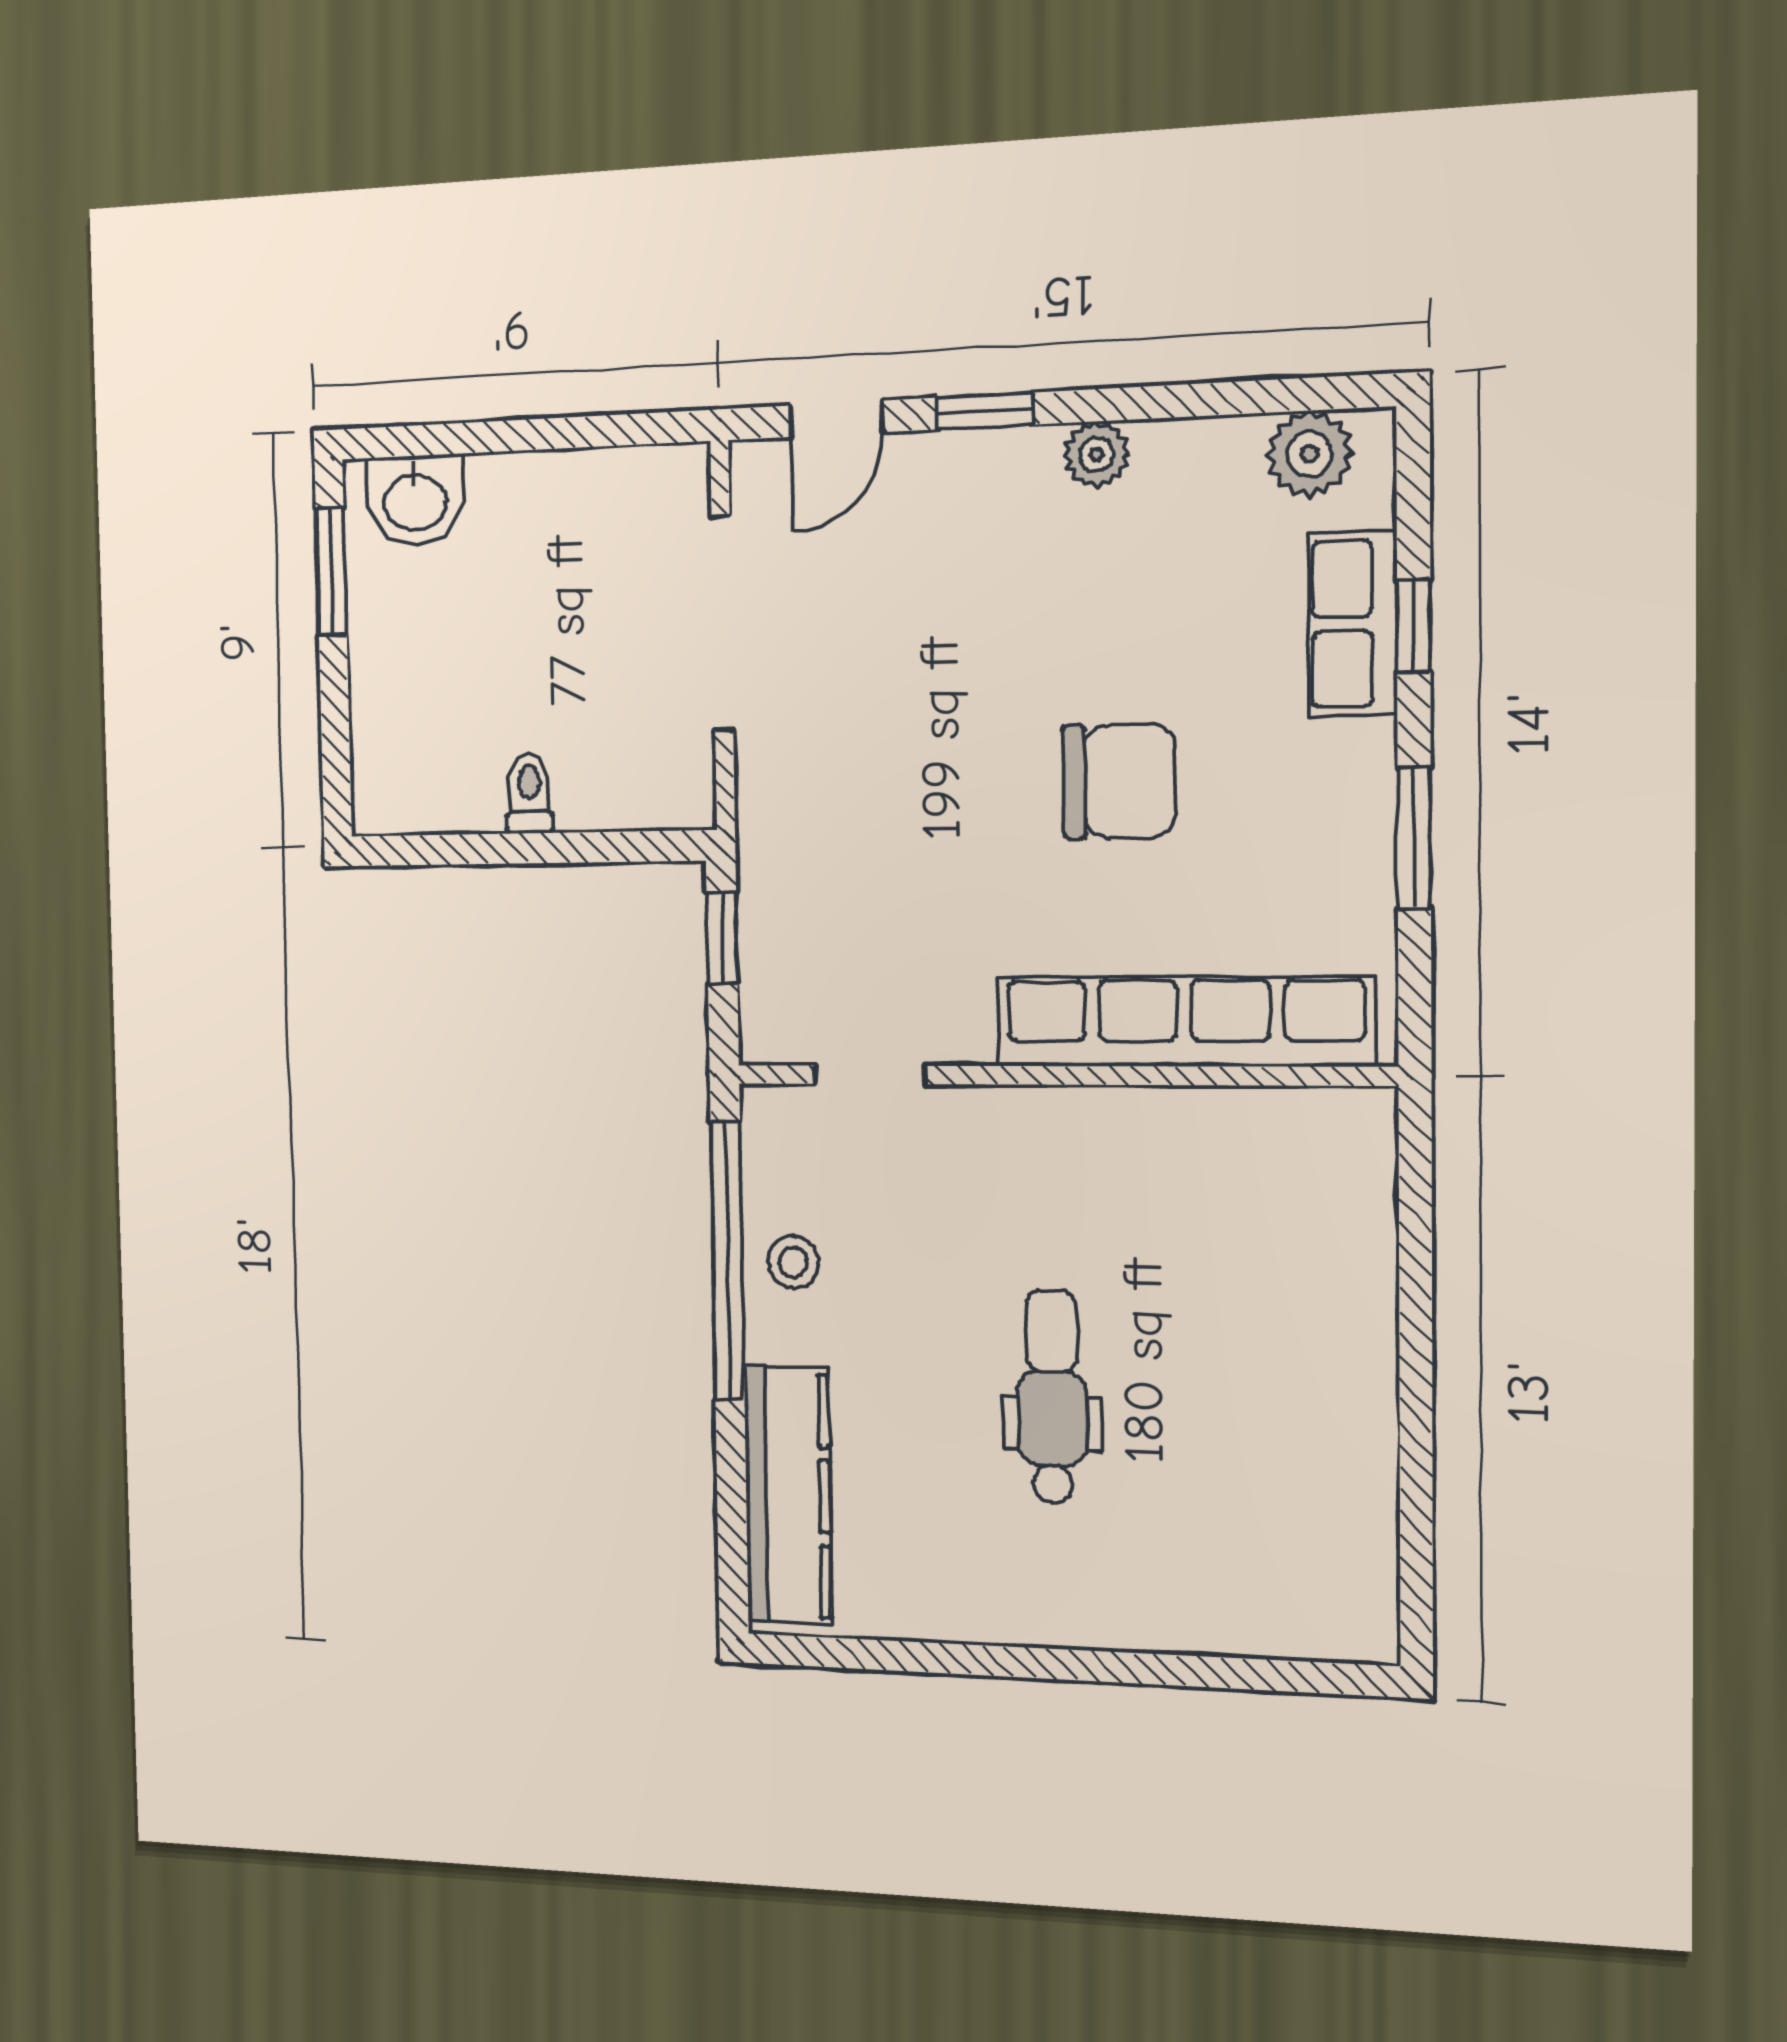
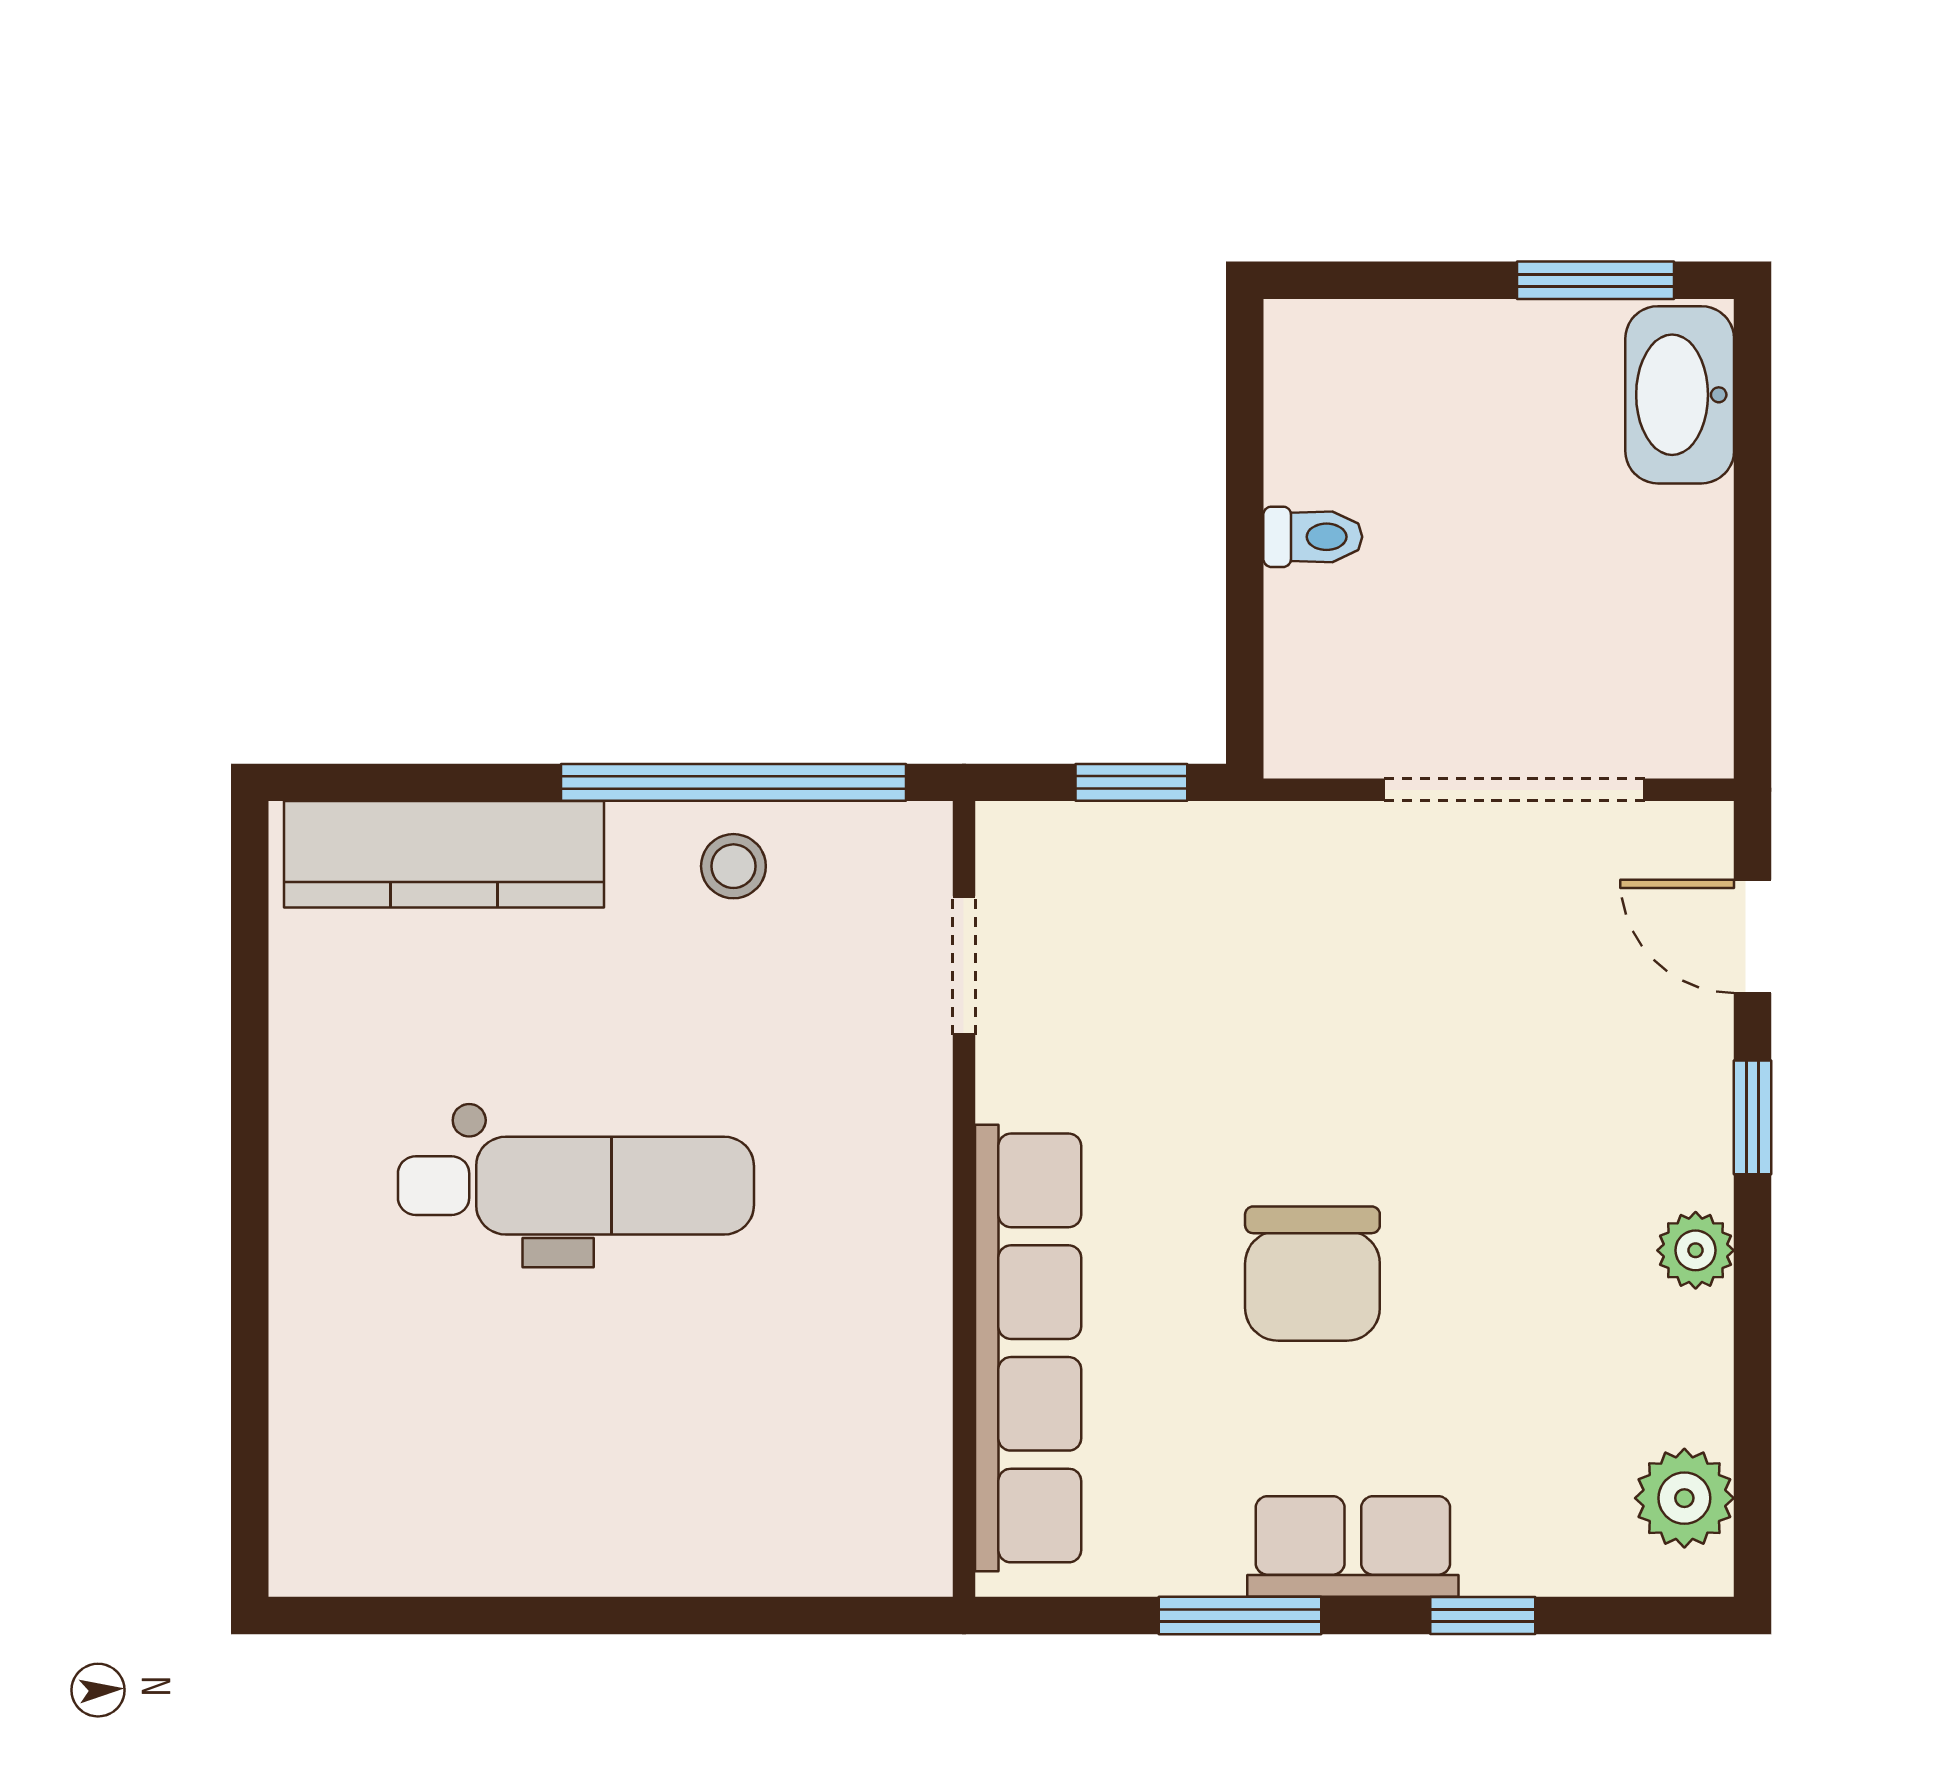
washbasin: (415, 500) -> (1680, 395), width x1.38
row of seats: (1353, 624) -> (1353, 1547), moved
dental chair: (1052, 1397) -> (576, 1186), width x1.36, depth x1.38

